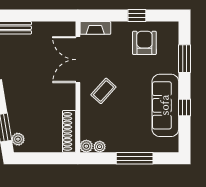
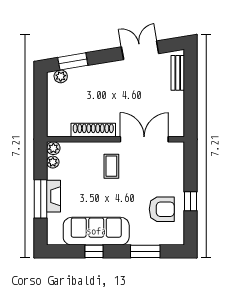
fireplace: (95, 28) -> (54, 196), moved, turned 180
coffee table: (103, 91) -> (111, 166), turned 48
shoe rack: (69, 131) -> (93, 130), moved

